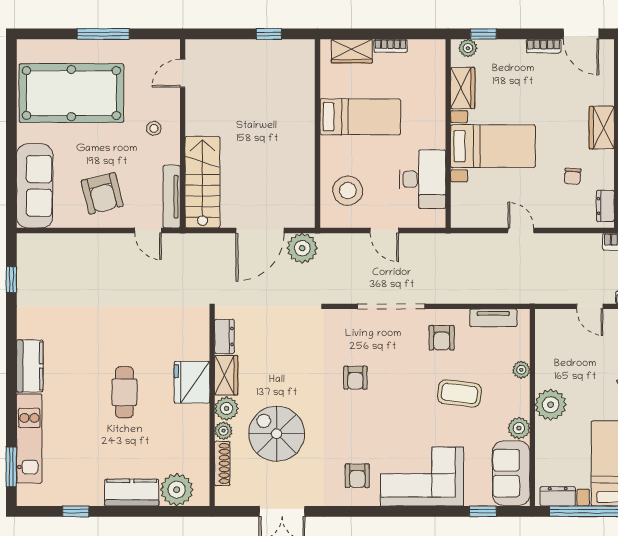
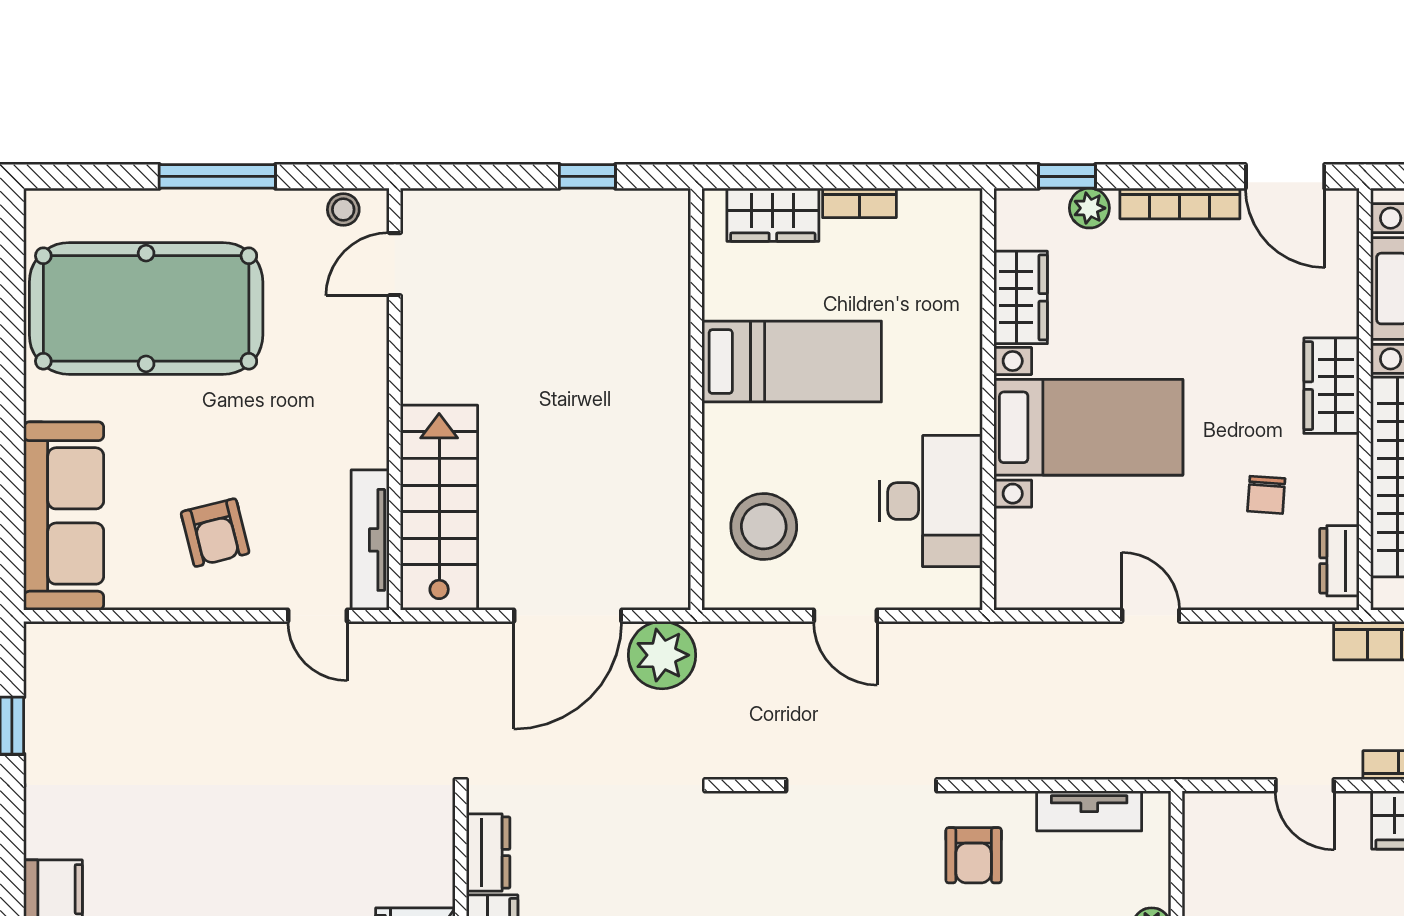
bookcase: (544, 46) -> (1180, 203), width x1.56
plant: (468, 48) -> (1089, 208), moved
stool: (154, 128) -> (343, 210), moved
armchair: (102, 193) -> (215, 533), width x0.72, depth x0.72

